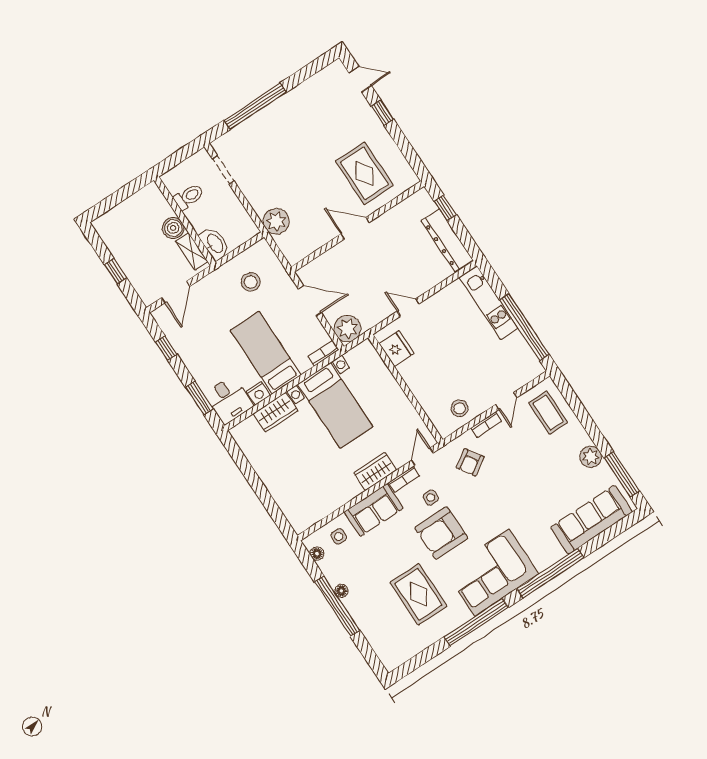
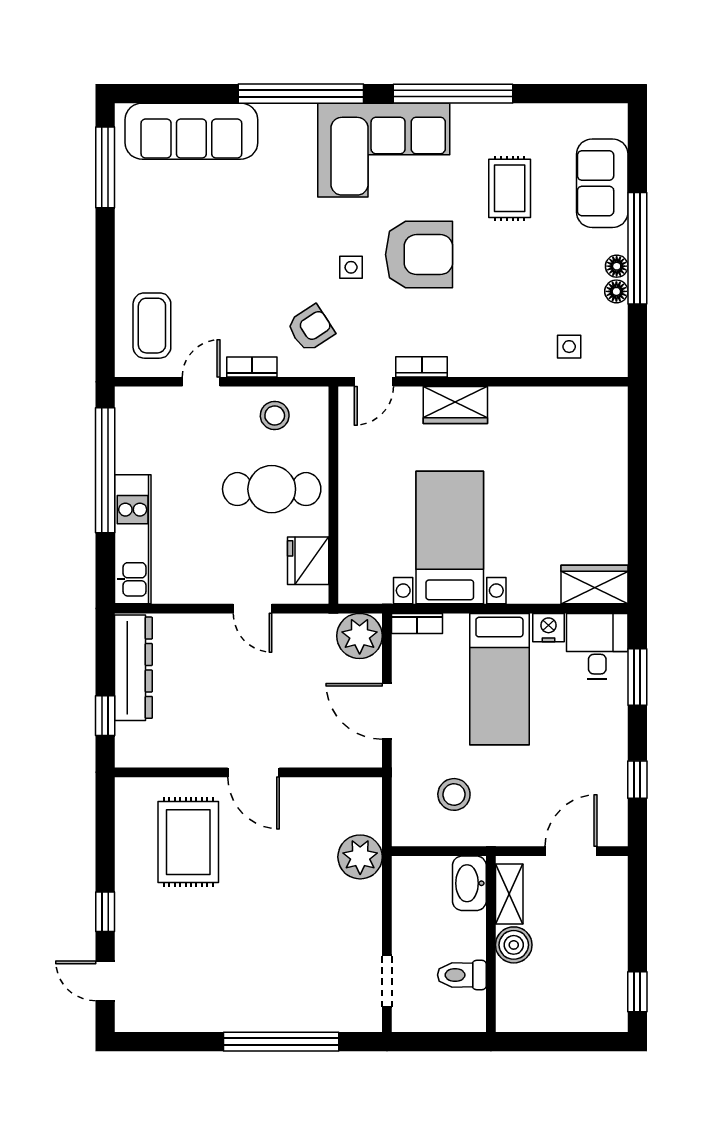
window: (115, 271) -> (637, 992), moved
cafe table: (437, 372) -> (272, 489), added
wardrobe: (275, 412) -> (595, 584), moved
plant: (591, 457) -> (133, 222), removed
side table: (431, 497) -> (351, 267), moved
sofa: (374, 510) -> (602, 183), moved, turned -90
floor lamp: (317, 554) -> (616, 291), moved
rug: (418, 594) -> (510, 188), width x0.73, depth x0.70

